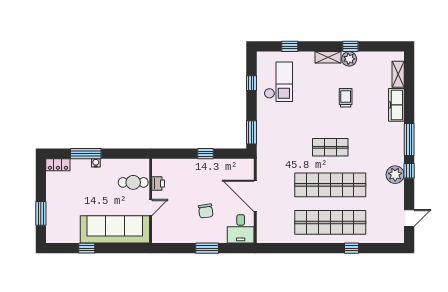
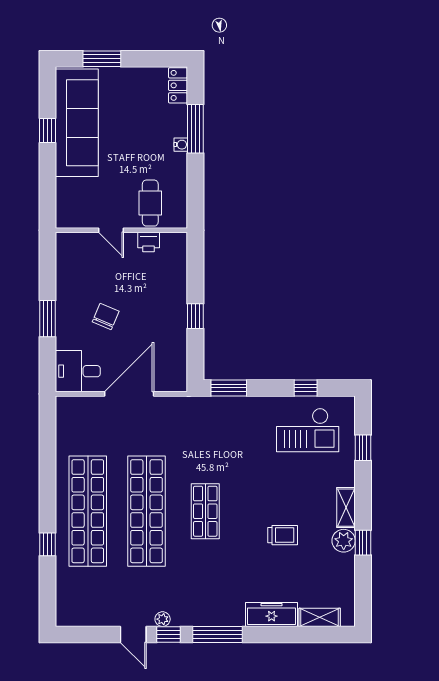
plant: (395, 175) -> (163, 619), width x0.53, depth x0.53
chair: (206, 211) -> (106, 316), turned 121
door: (409, 218) -> (133, 634), moved
sofa: (115, 229) -> (77, 123), moved

